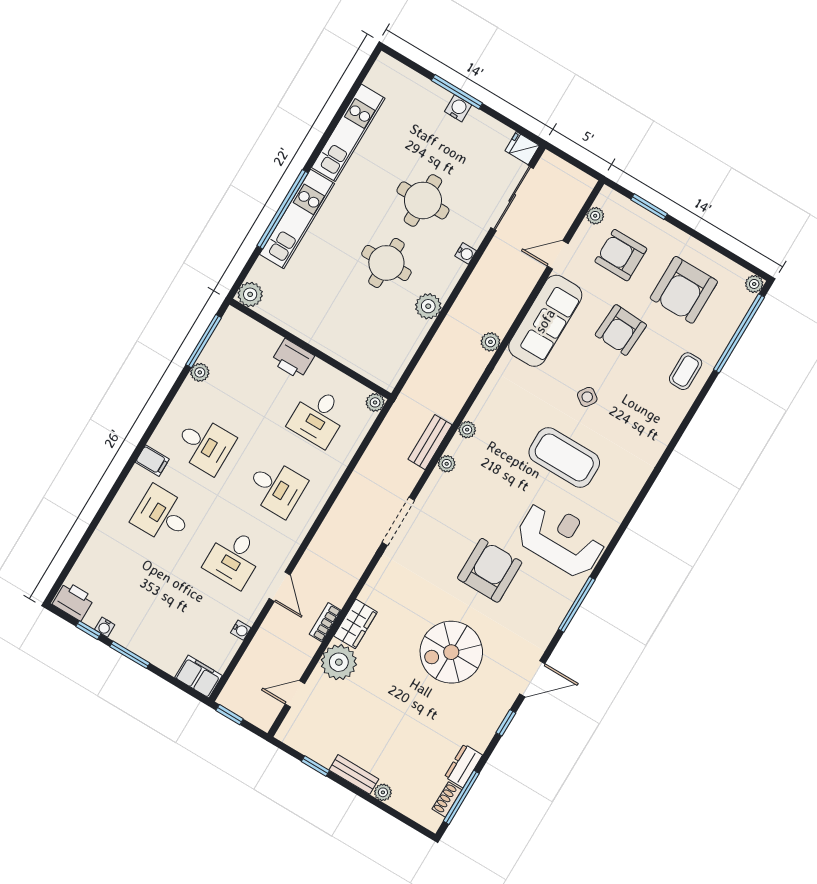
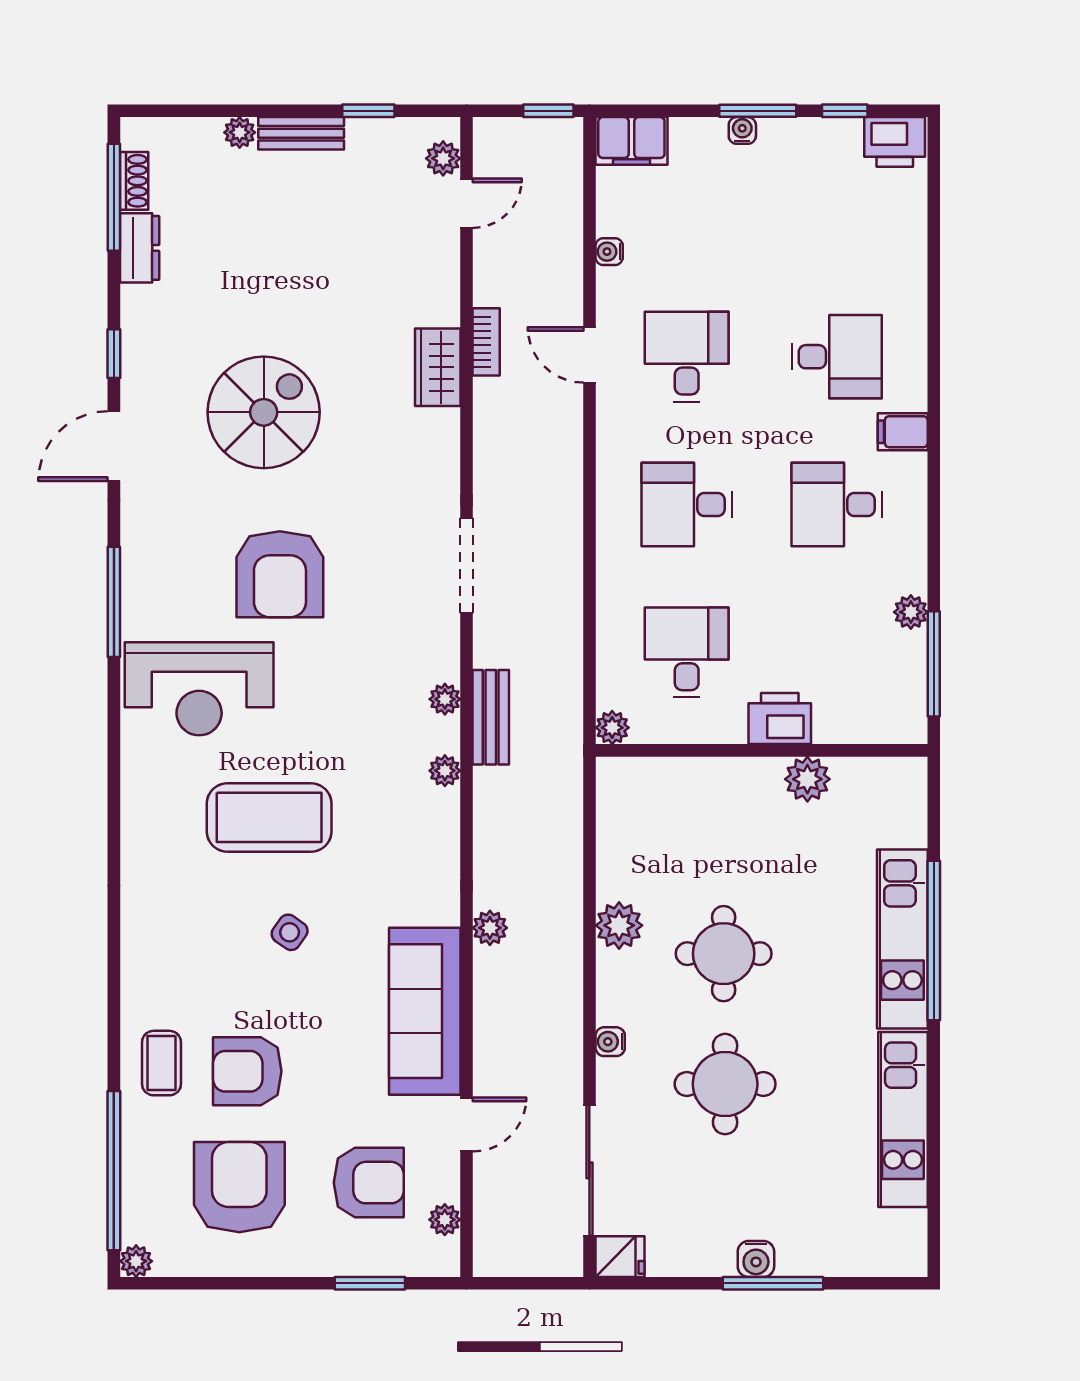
plant: (250, 294) -> (807, 779), moved
armchair: (621, 330) -> (247, 1071), moved, turned -93
water cooler: (105, 627) -> (742, 130), moved
plant: (339, 662) -> (443, 158), moved, width x0.53, depth x0.53

